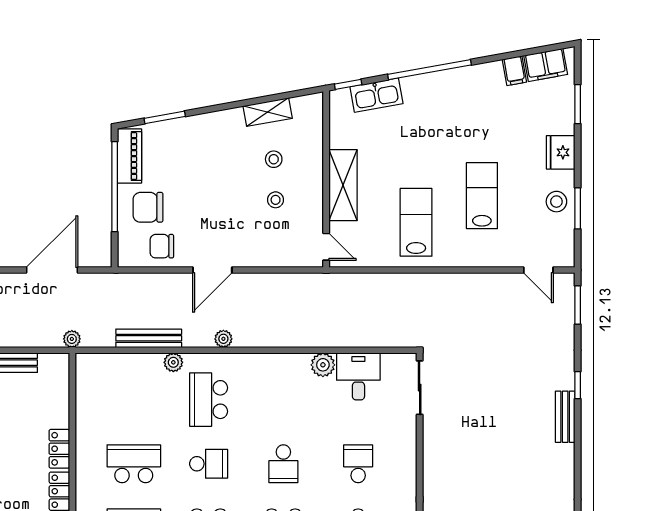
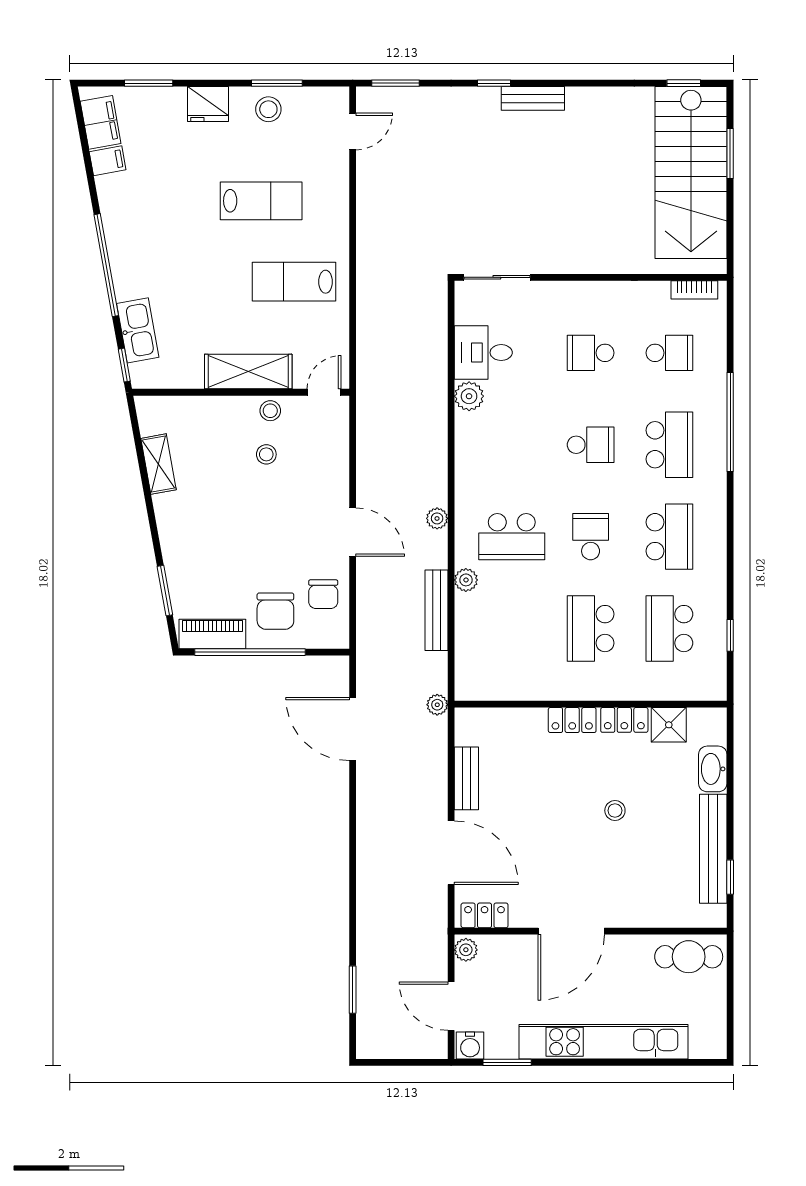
stool: (274, 159) -> (270, 411), moved
lab bench: (482, 196) -> (261, 201), turned 180

